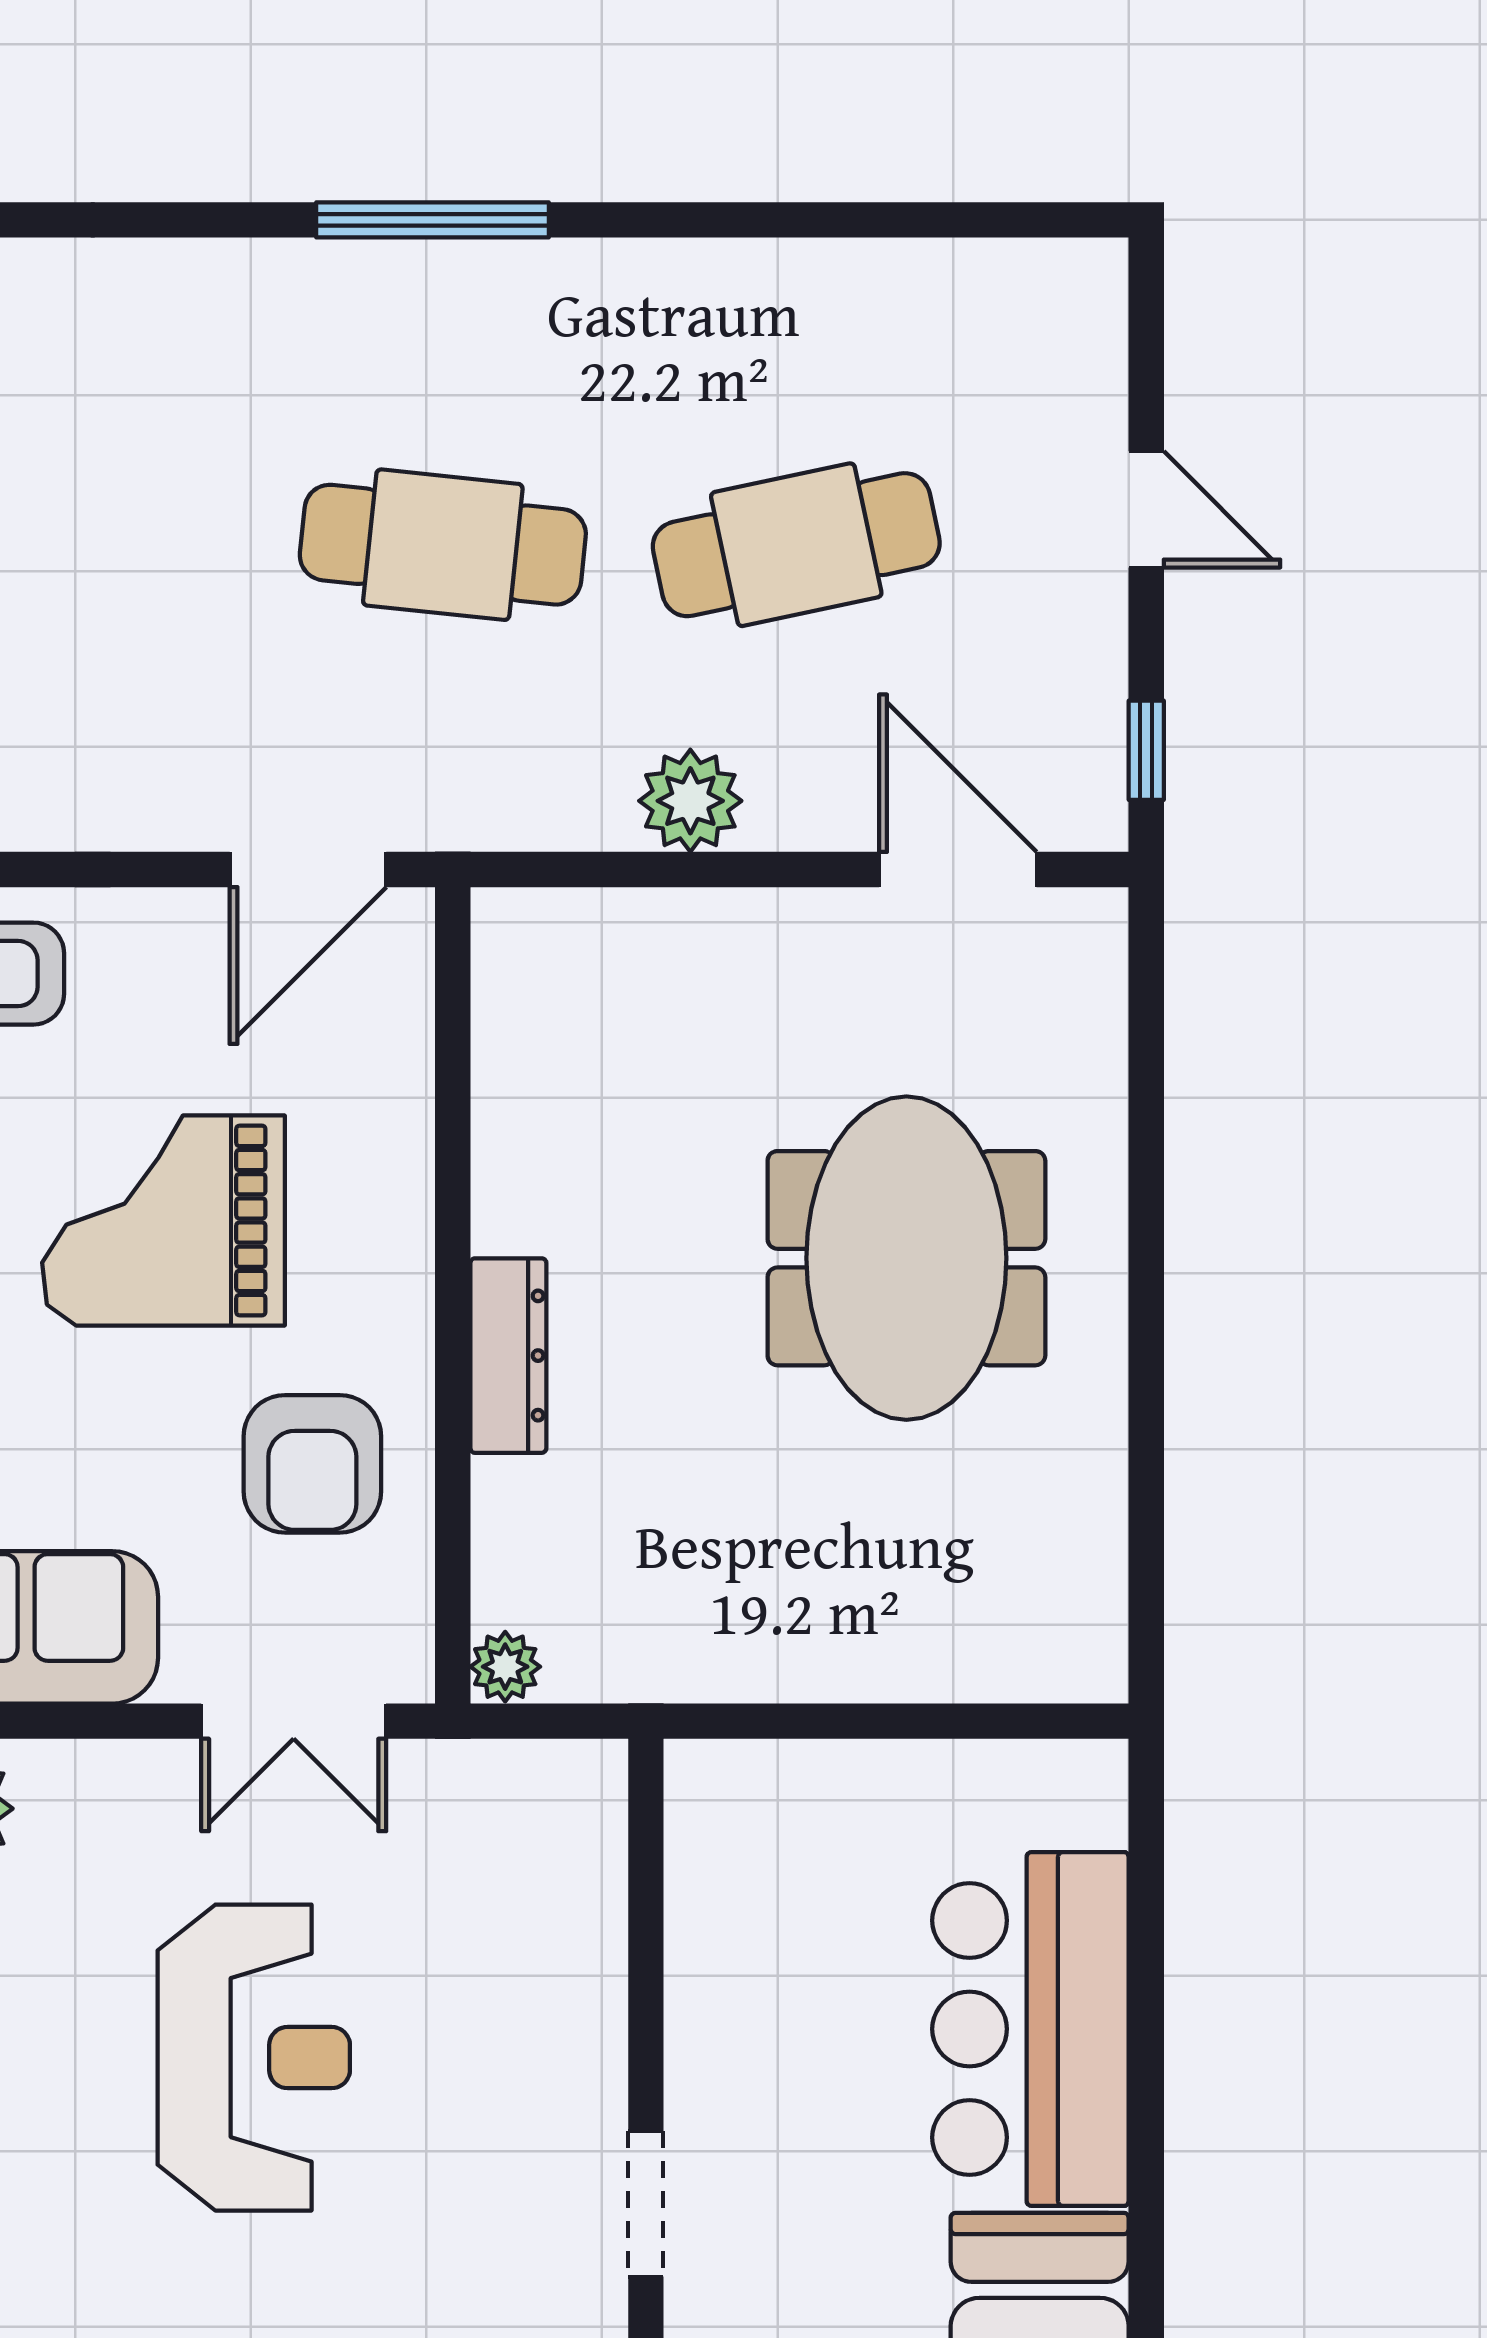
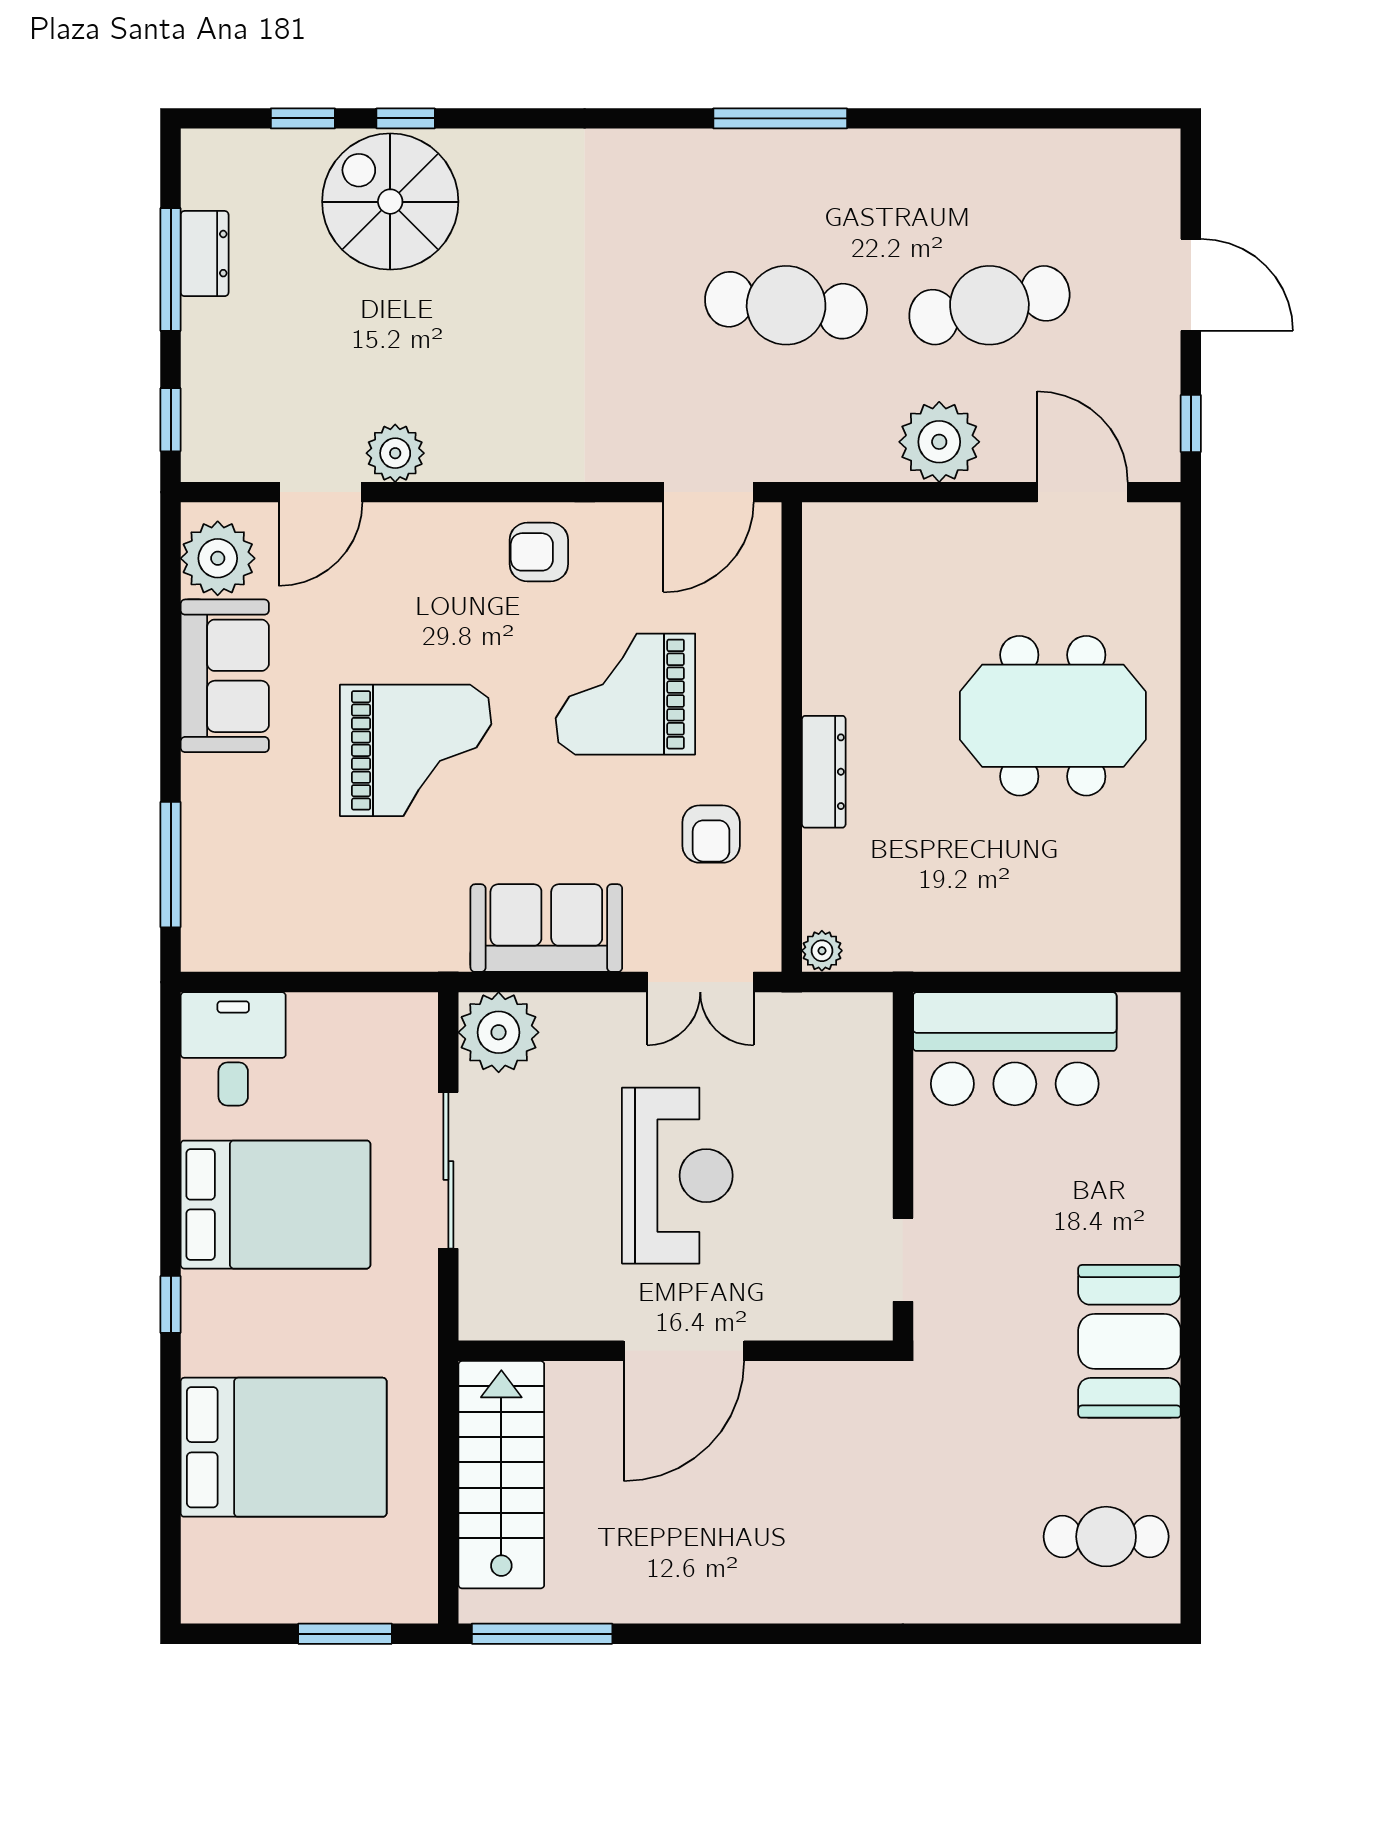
door: (1146, 509) -> (1191, 285), width x1.38
plant: (690, 801) -> (939, 442), width x1.36, depth x1.36
meeting table: (906, 1258) -> (1053, 716), turned 90
armchair: (312, 1464) -> (711, 834), width x0.72, depth x0.72
bar counter: (1030, 2029) -> (1015, 1049), moved, turned -90

